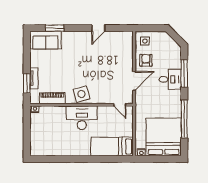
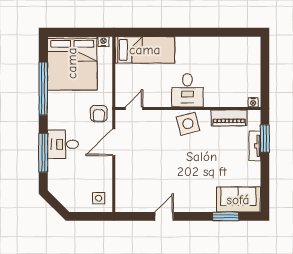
armchair: (146, 60) -> (99, 114), moved
door: (120, 105) -> (134, 108), hinge flipped
desk: (82, 118) -> (187, 90), width x0.73

